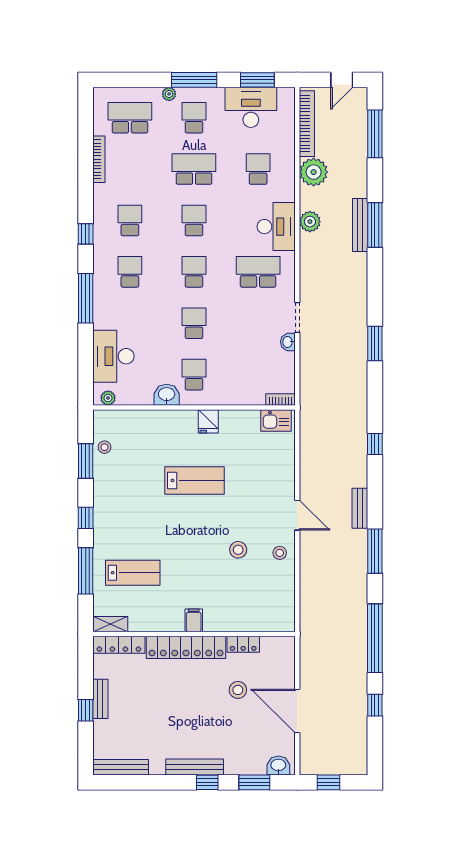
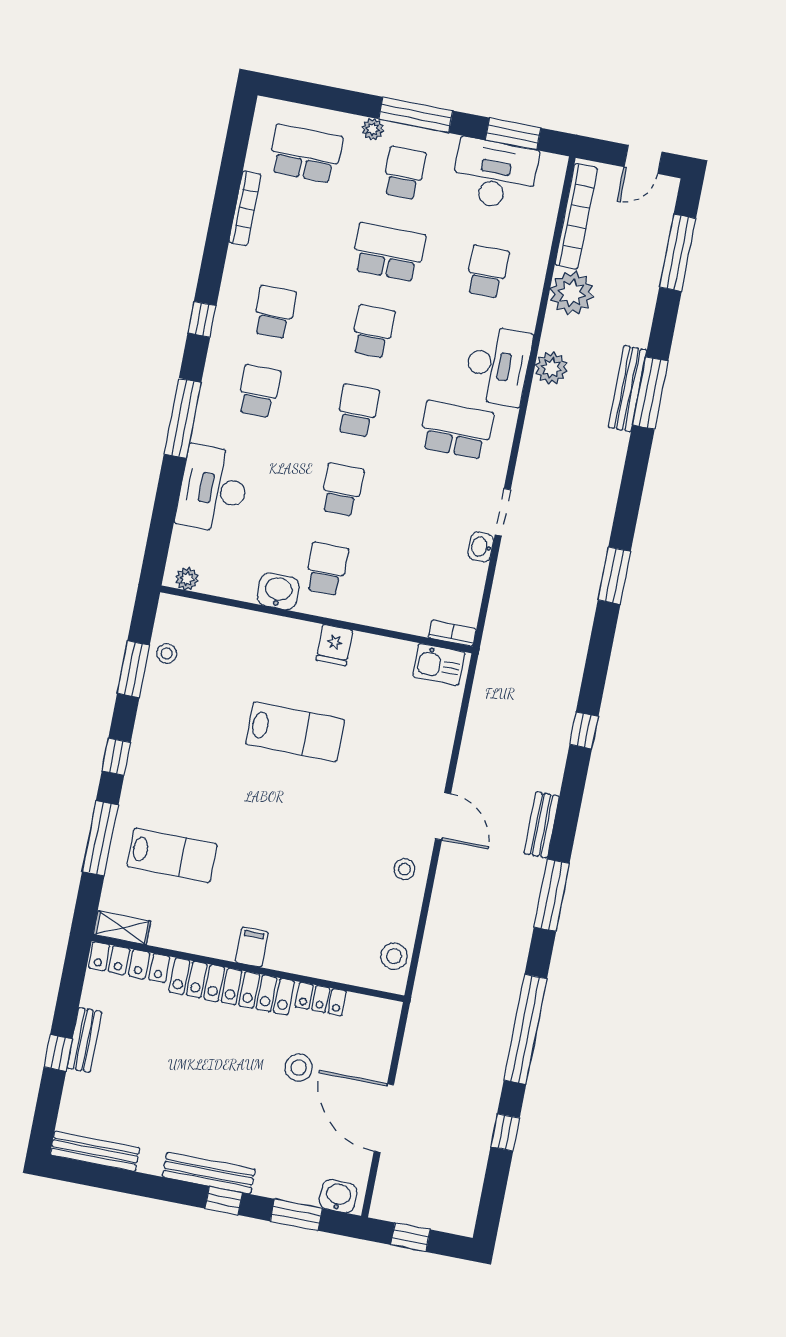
desk: (113, 356) -> (213, 489), moved
stool: (238, 550) -> (394, 956), moved

